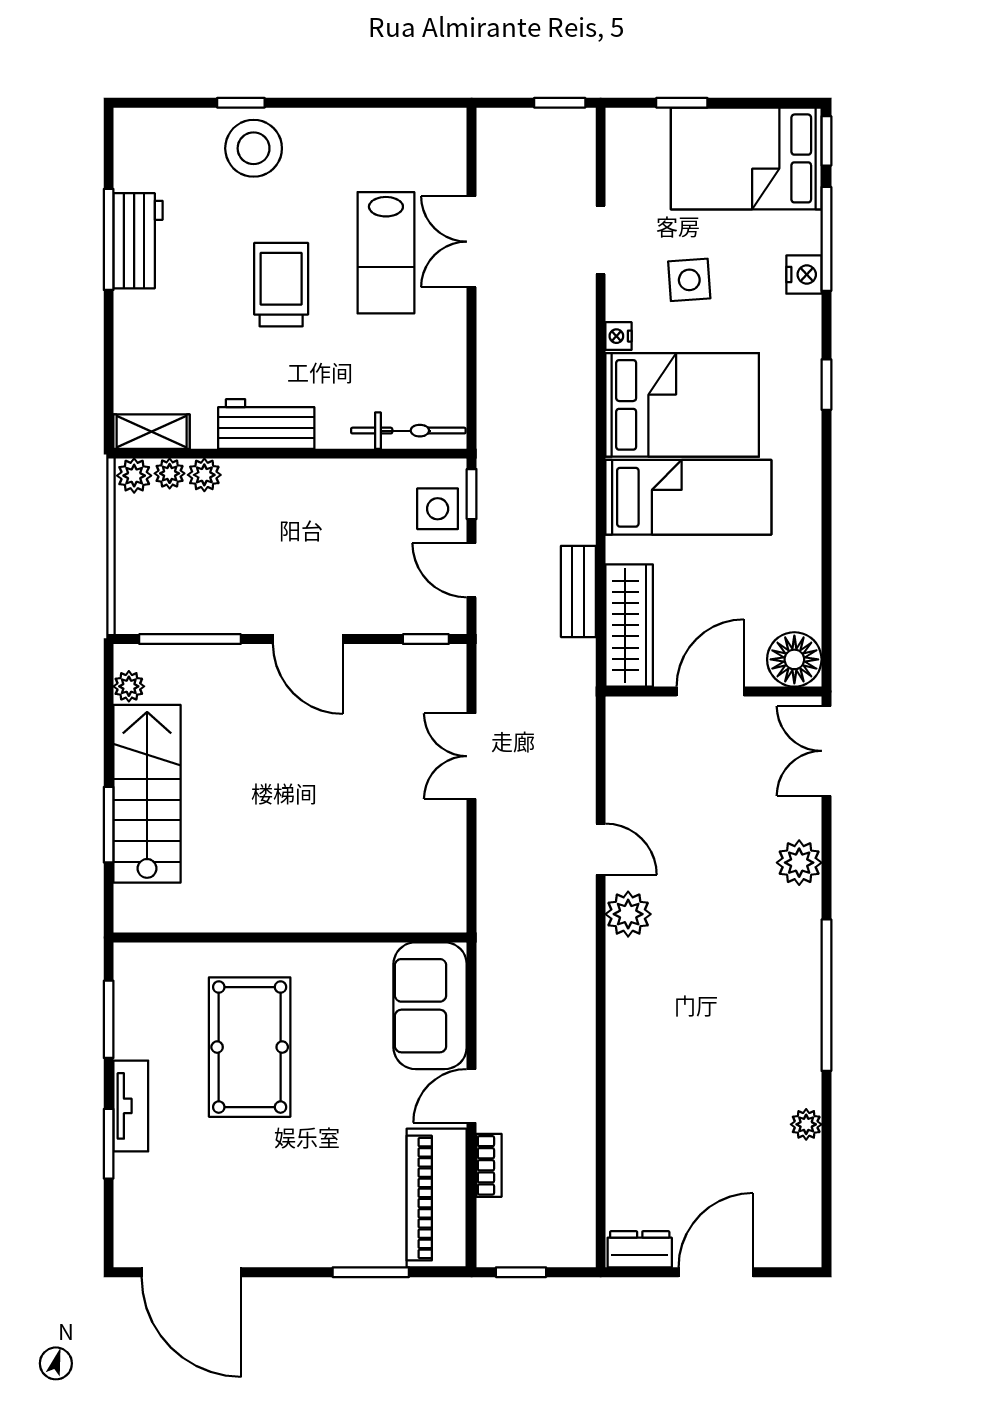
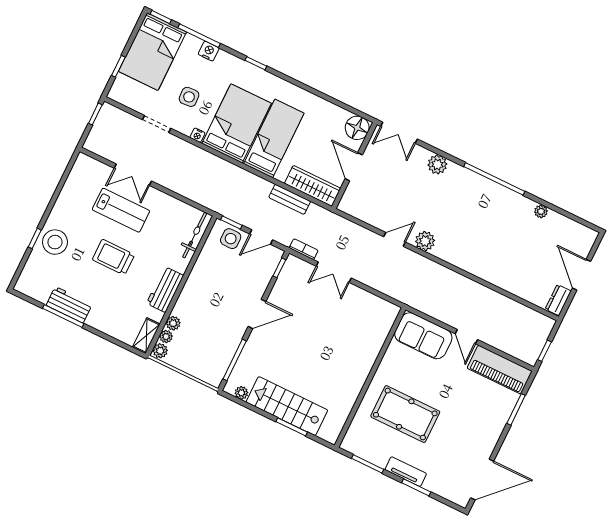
bookcase: (489, 1165) -> (304, 249), moved

